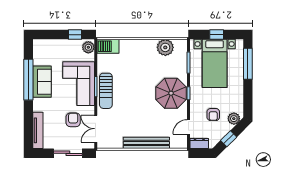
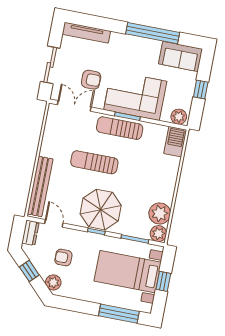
window: (75, 35) -> (201, 89), moved
plant: (181, 45) -> (158, 234), added
sofa: (42, 82) -> (181, 56), moved
sun lounger: (136, 105) -> (94, 162), added
bench: (146, 143) -> (40, 186), moved

